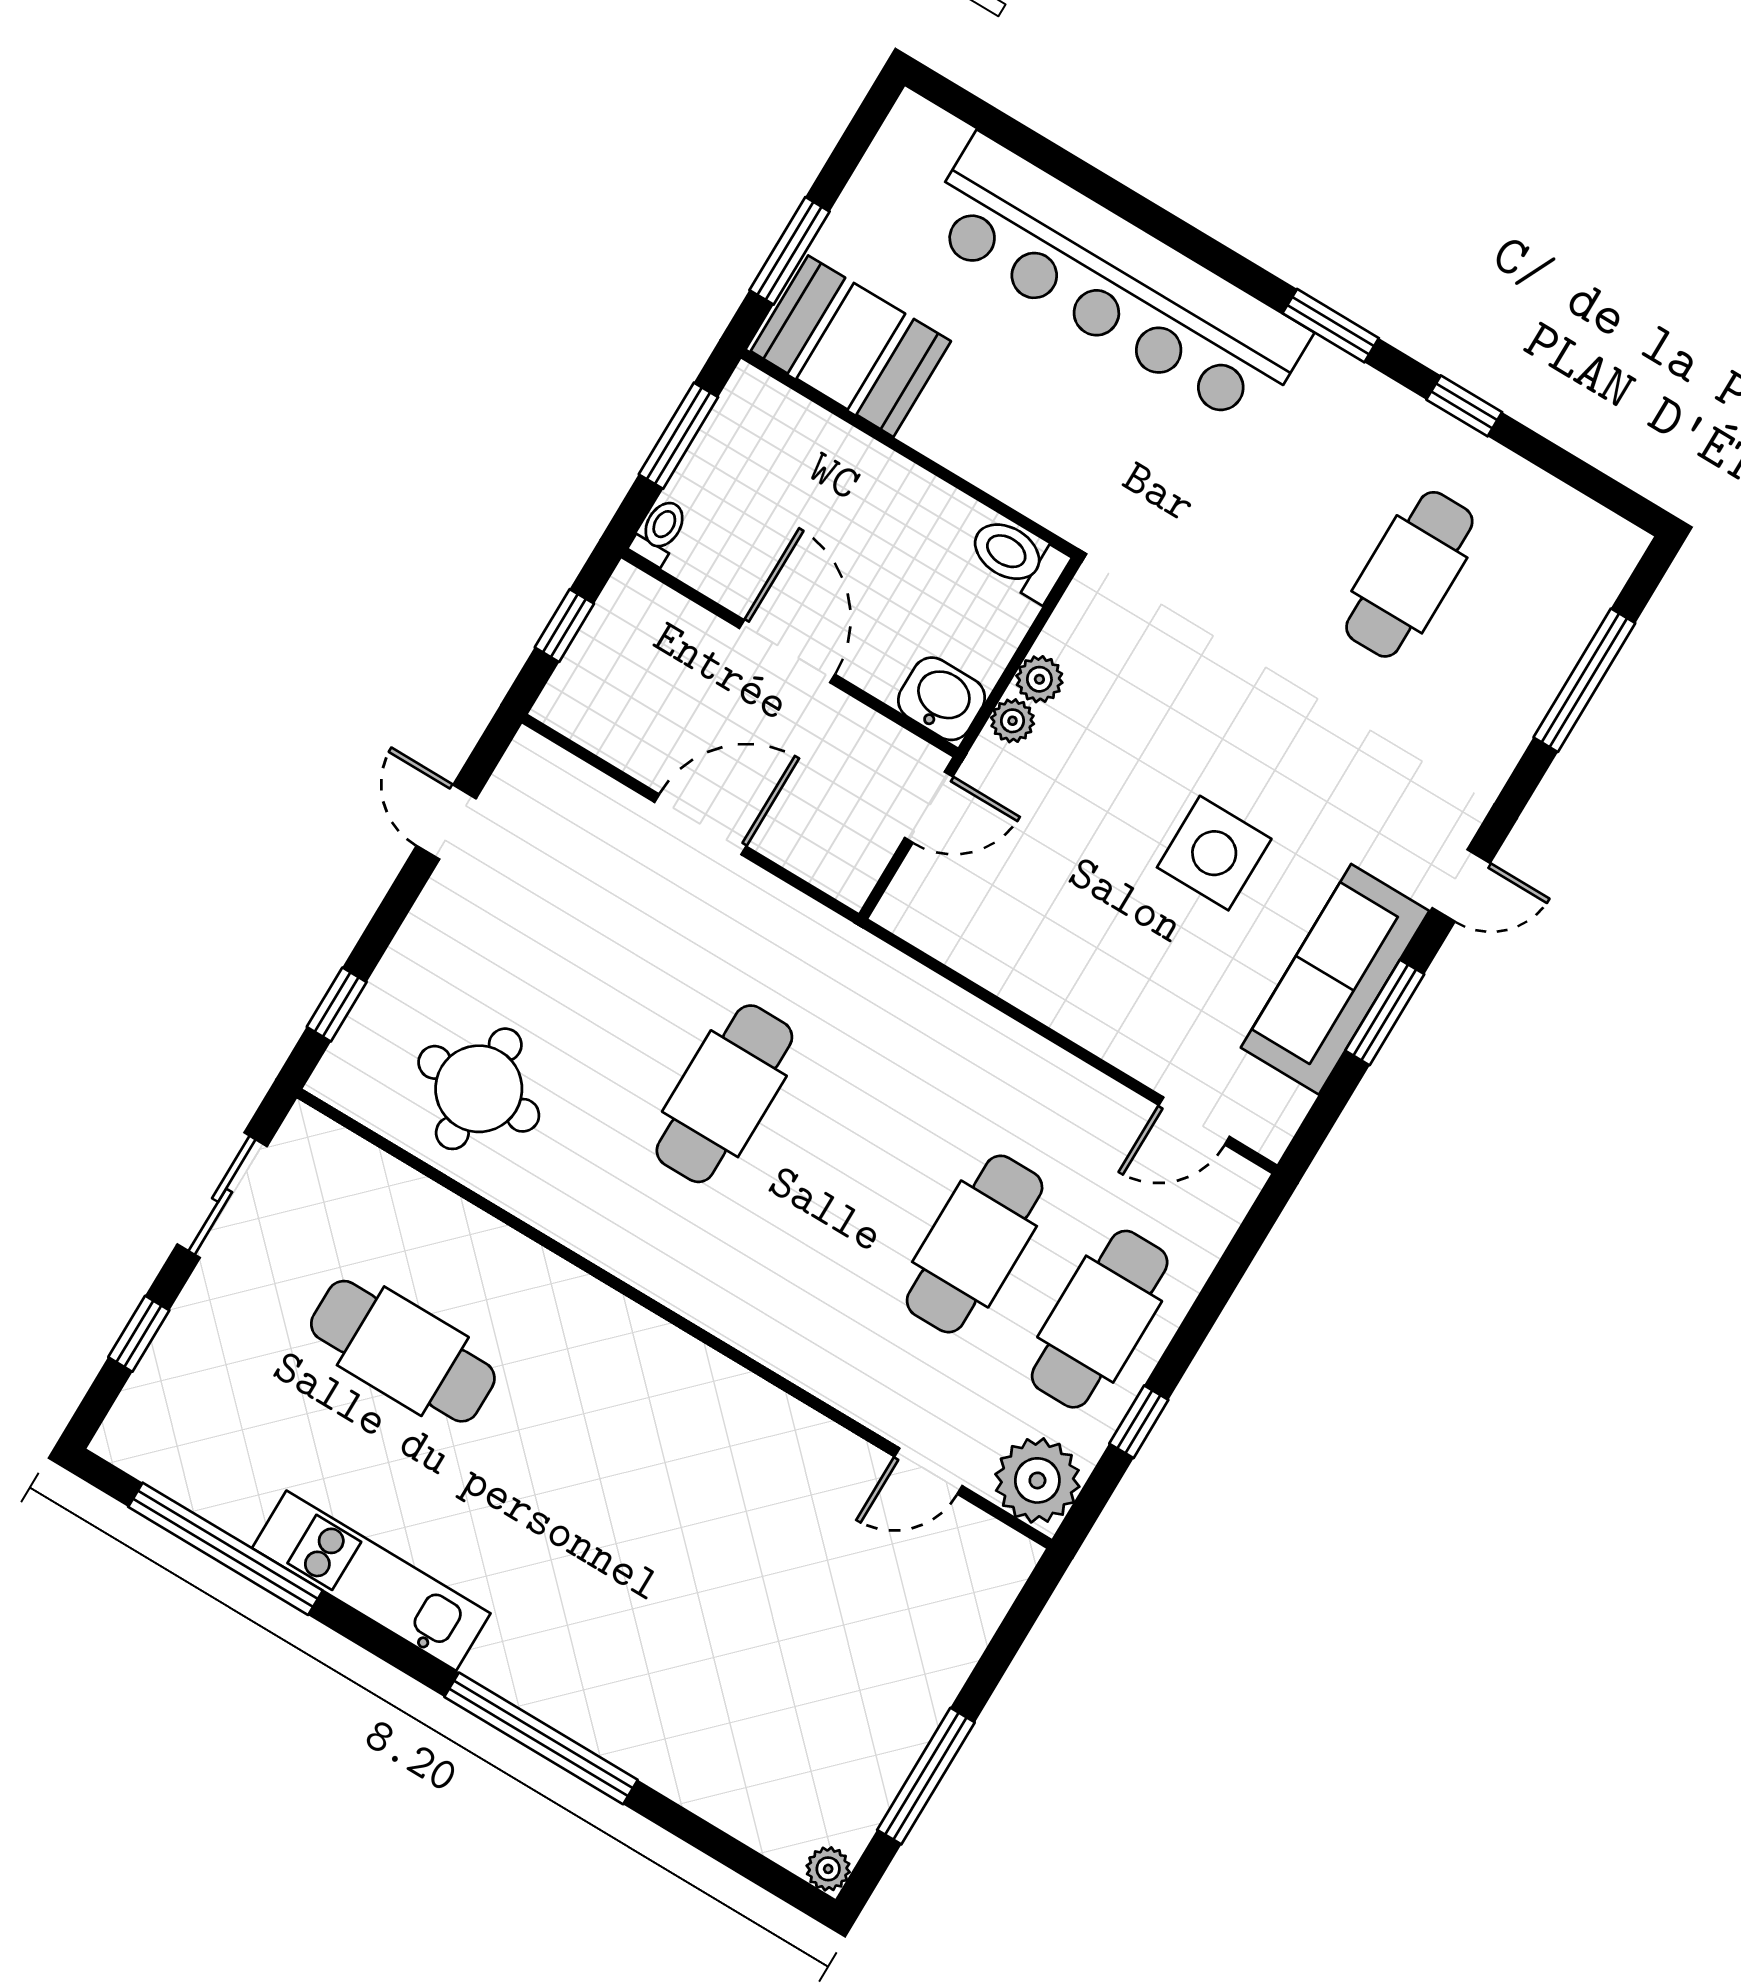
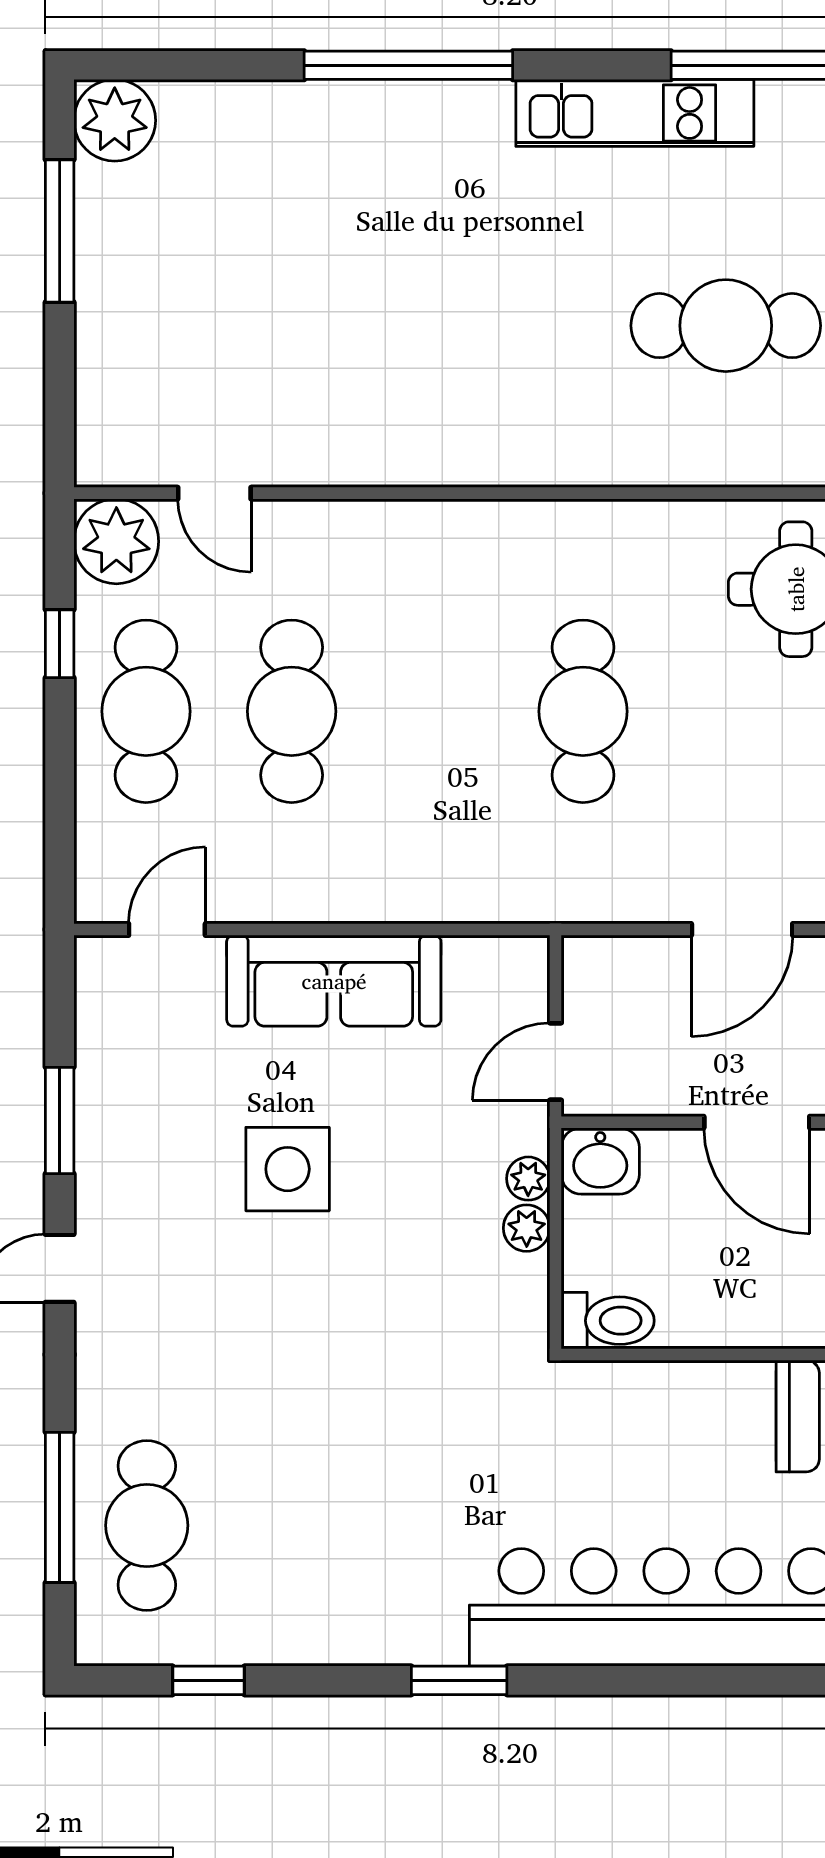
window: (1464, 406) -> (209, 1680), moved
cafe table: (1409, 574) -> (147, 1525), moved
sofa: (1335, 979) -> (334, 981), moved, turned 90
door: (928, 1471) -> (214, 493), swing flipped
plant: (828, 1869) -> (115, 120), width x1.88, depth x1.88

